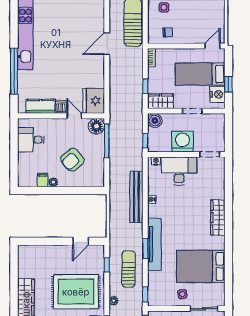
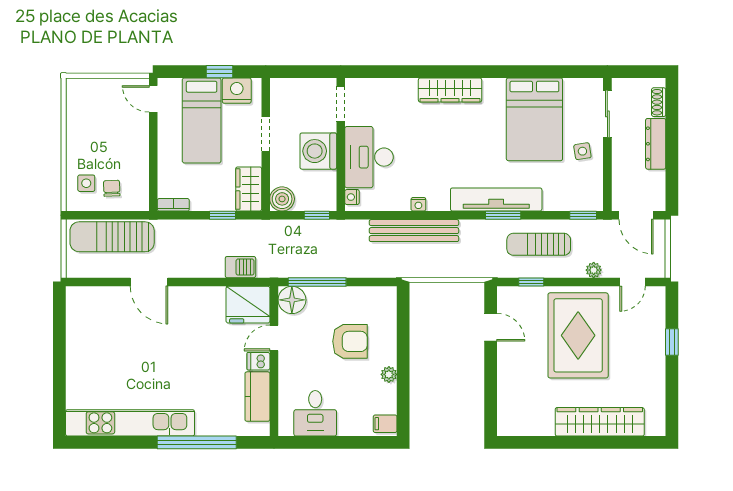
chair: (168, 32) -> (112, 188), moved
barbecue: (115, 97) -> (240, 267), added
armchair: (72, 160) -> (350, 341), turned -50
filing cabinet: (43, 180) -> (385, 424), moved

